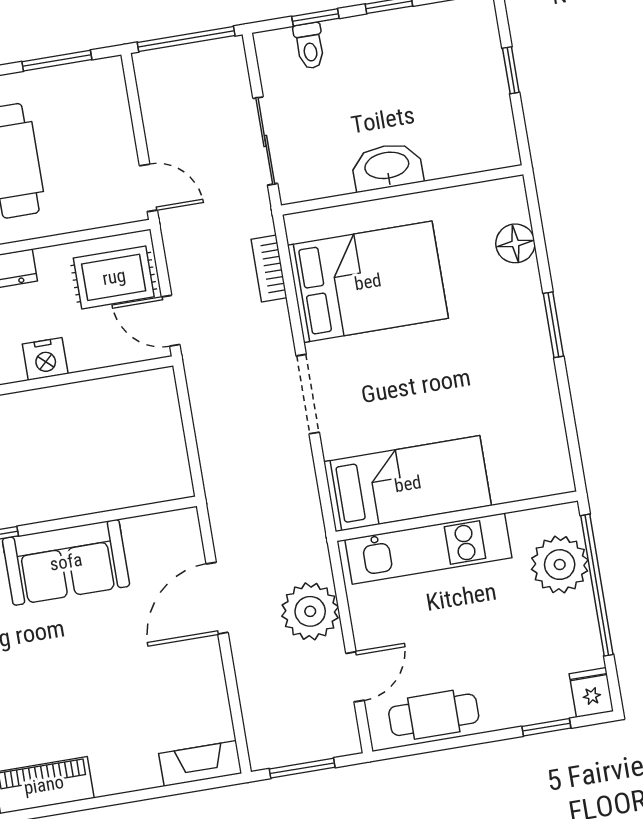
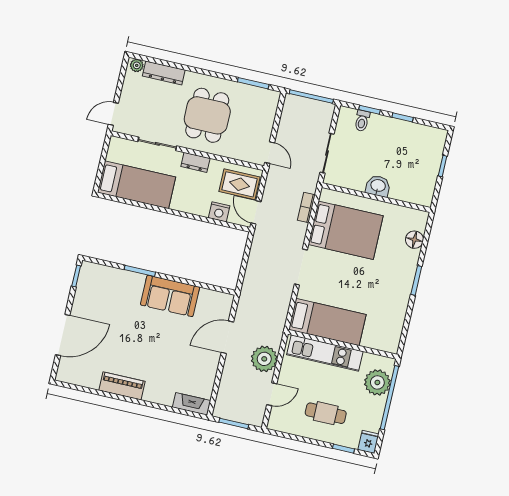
washbasin: (387, 167) -> (378, 186), width x0.72
nightstand: (45, 359) -> (219, 212), moved
cafe table: (434, 715) -> (326, 413), moved

